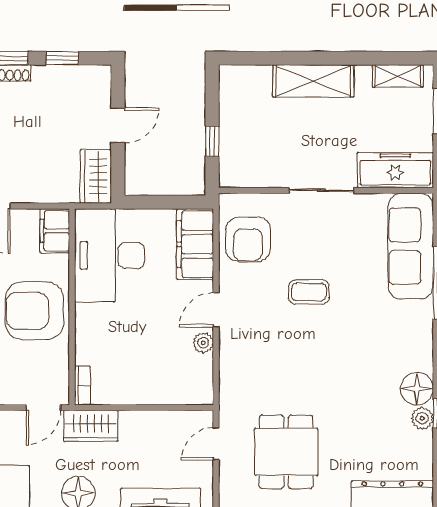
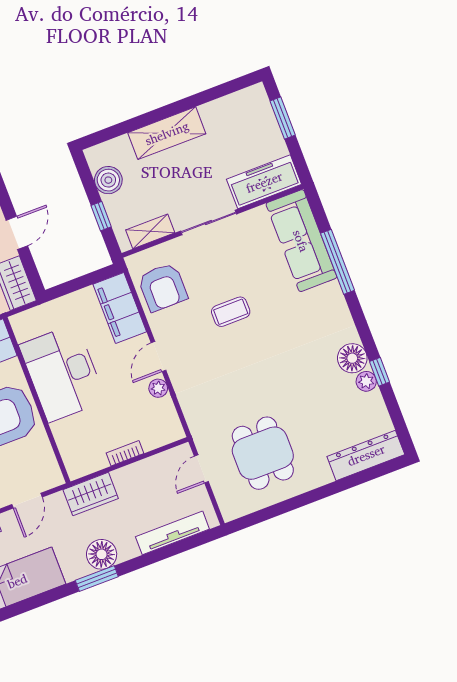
shelving: (398, 76) -> (150, 231), moved
boiler: (234, 106) -> (108, 180), added
desk: (110, 255) -> (62, 373), moved
bookcase: (82, 386) -> (125, 453), moved, turned -90
door: (43, 408) -> (27, 501), moved

